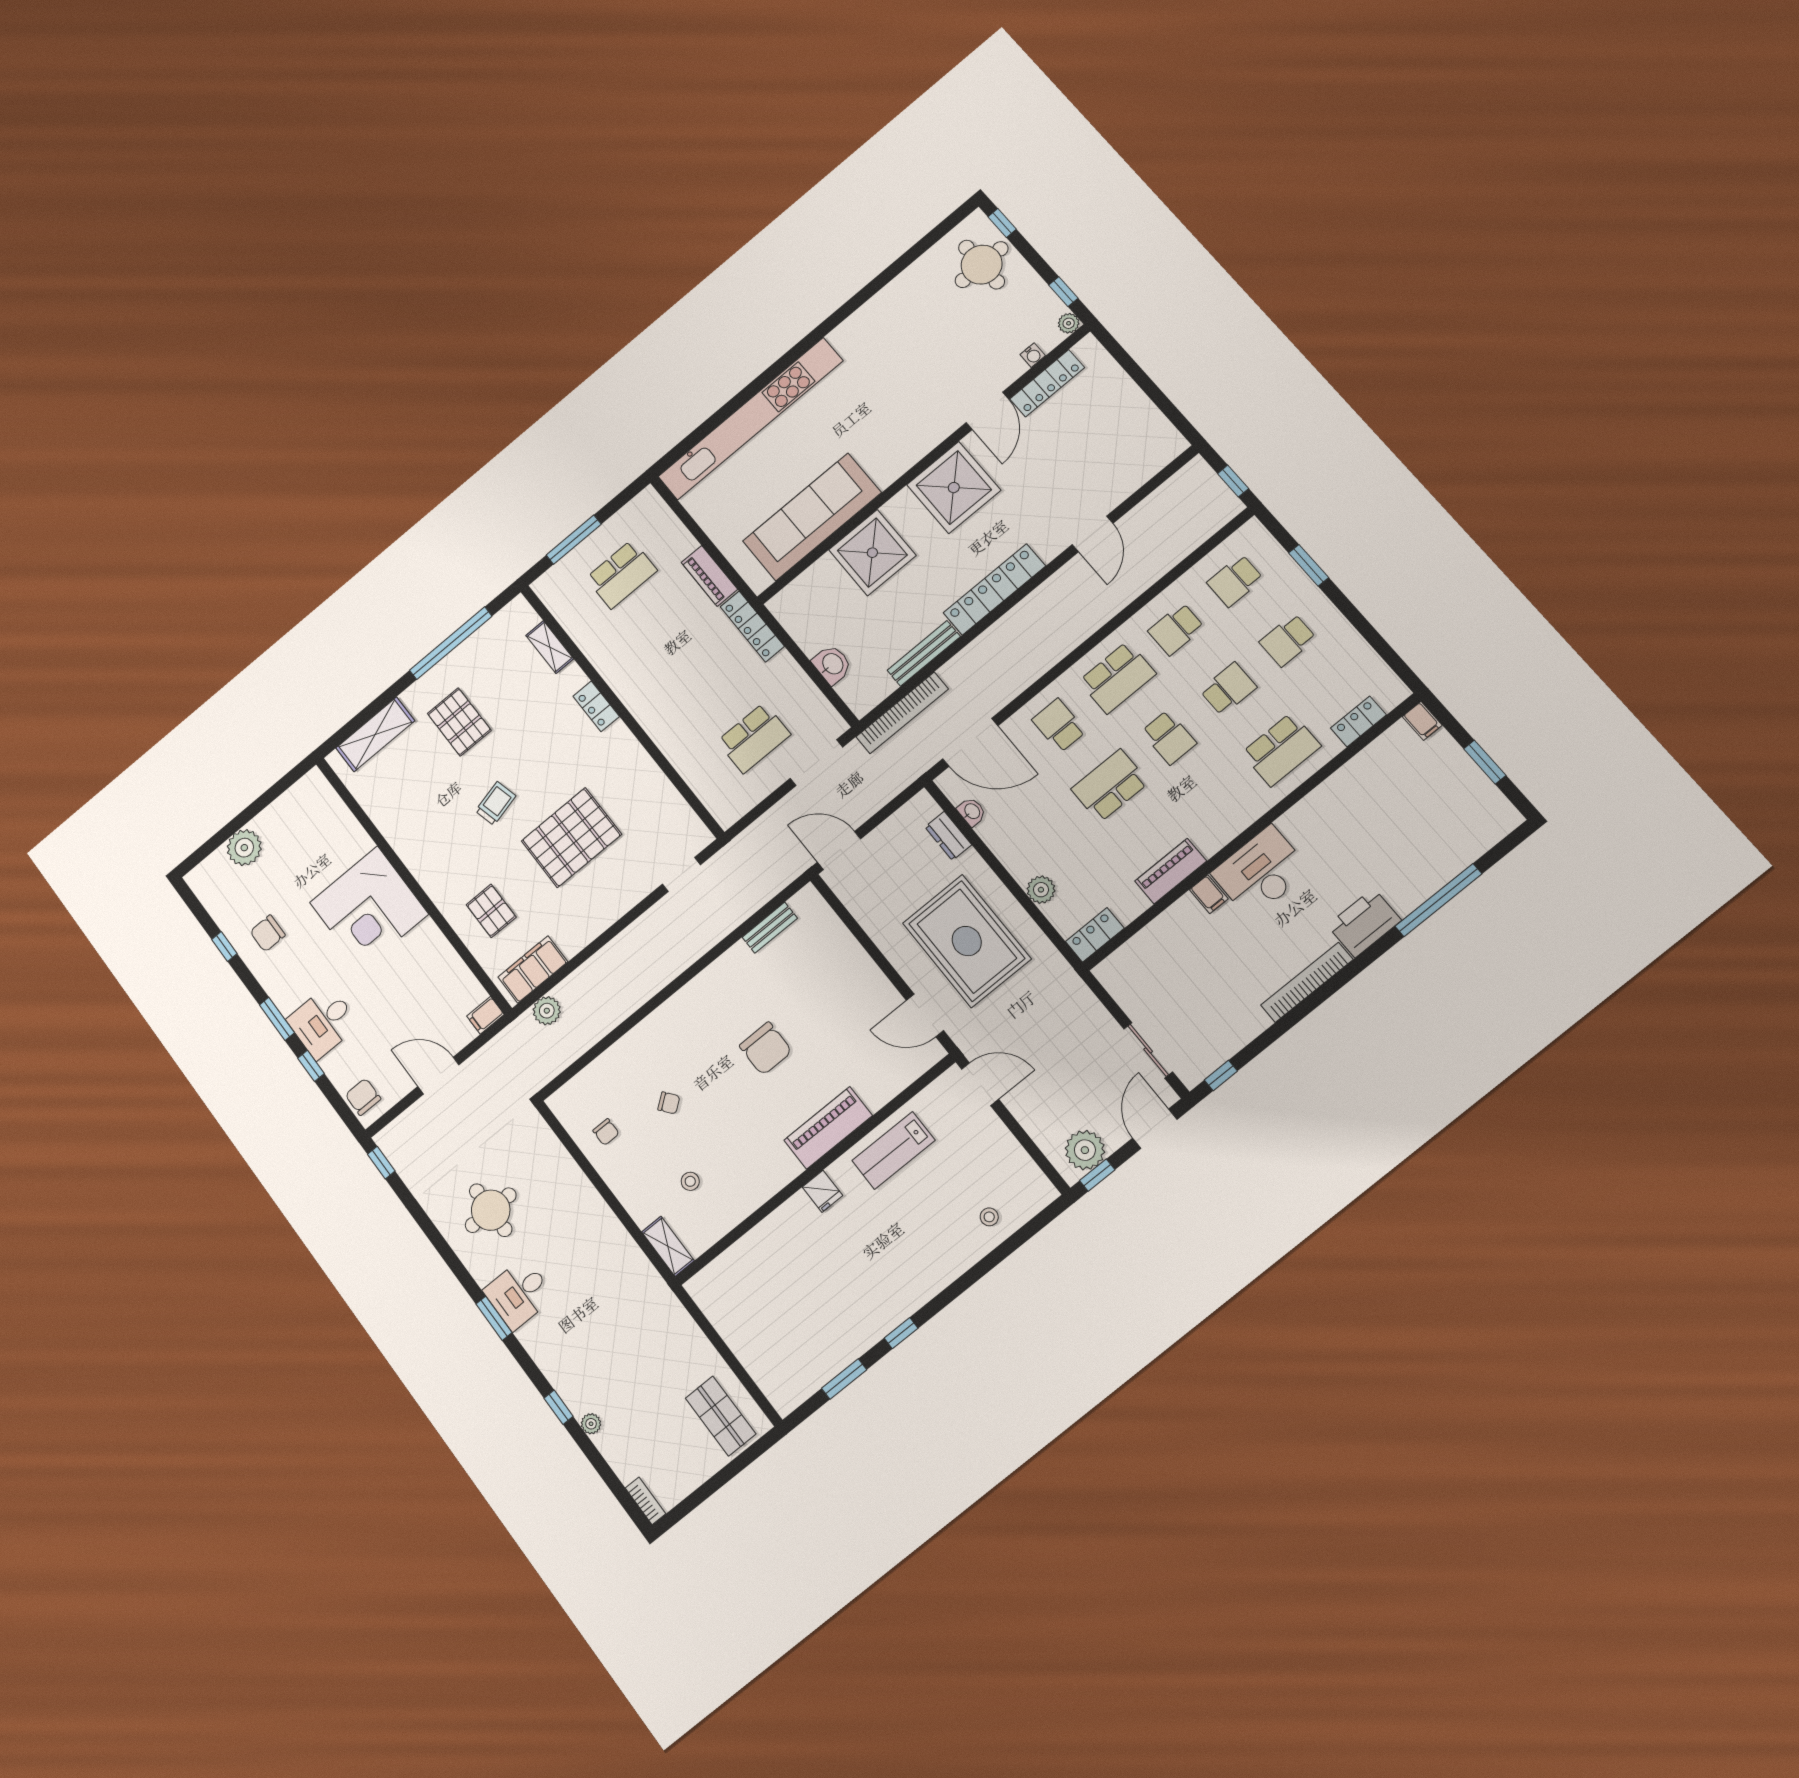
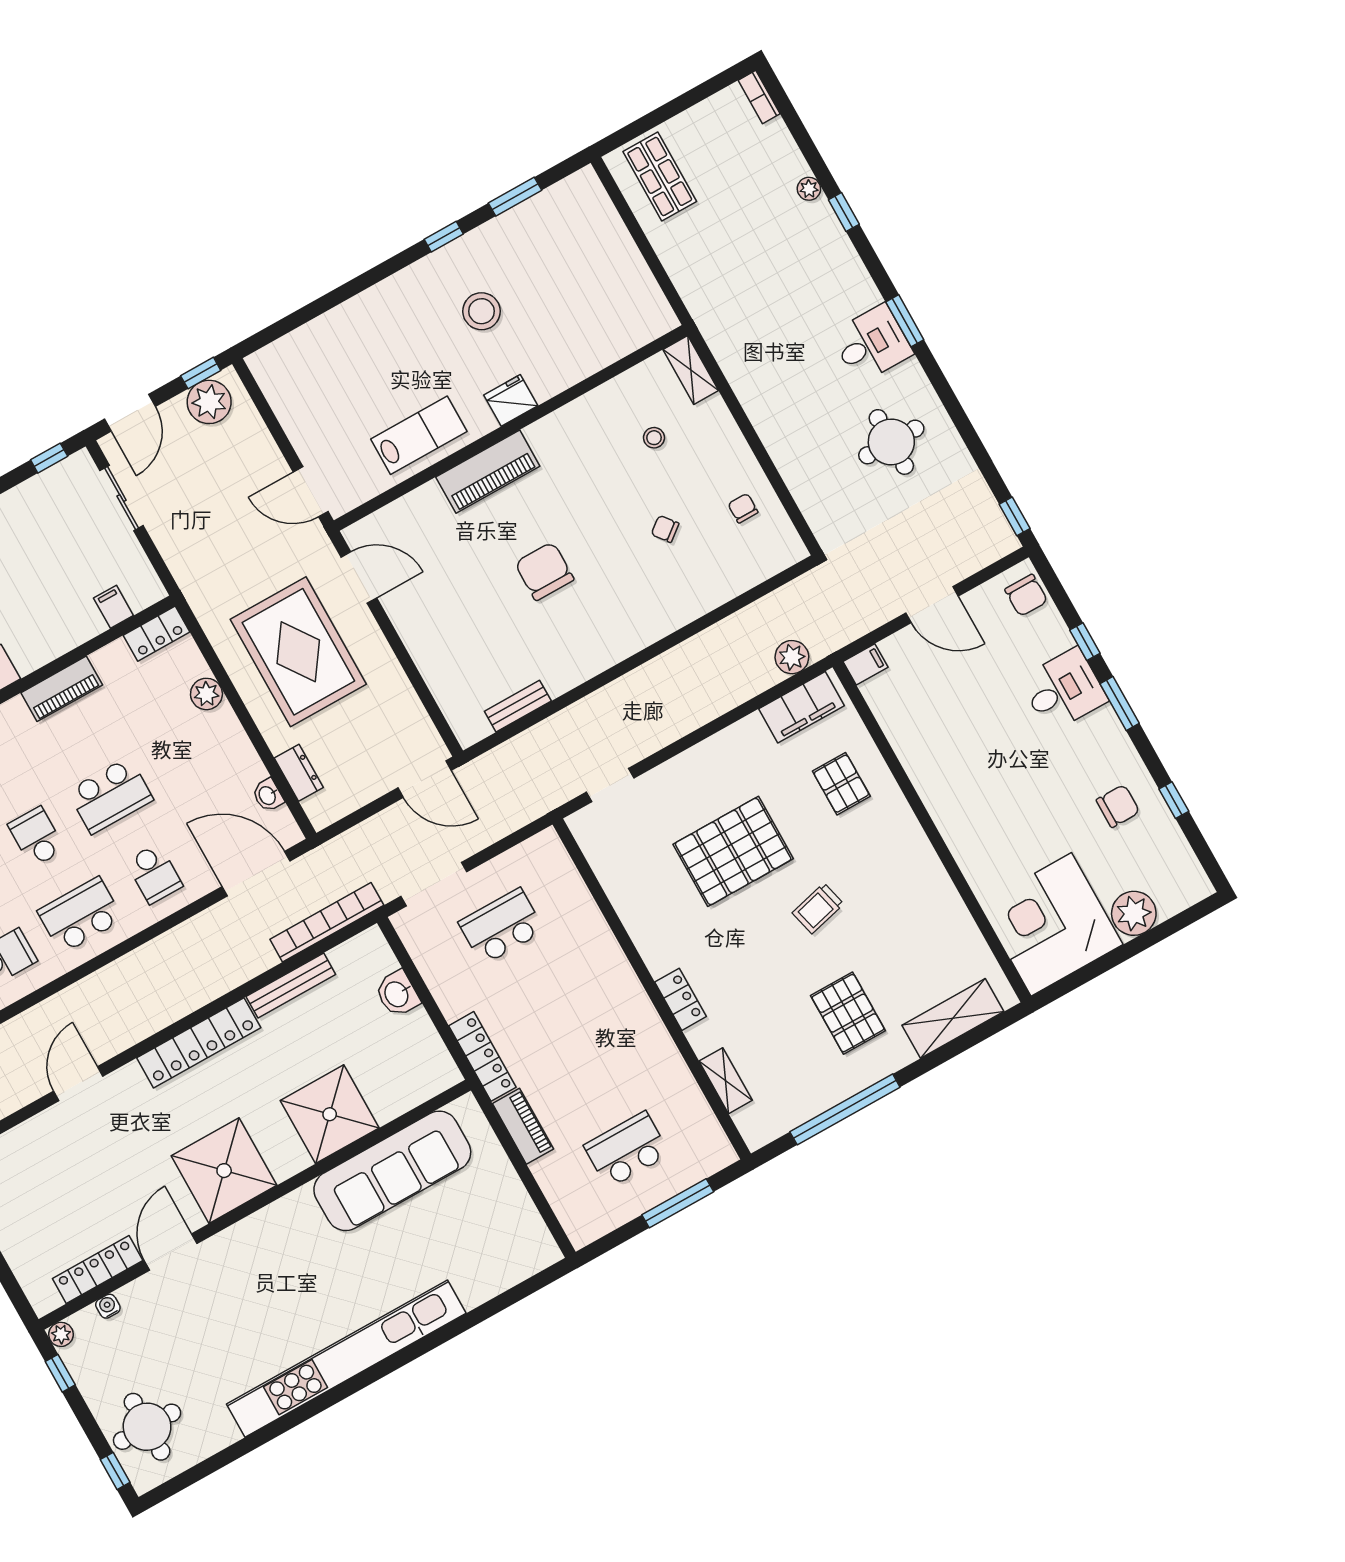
kitchen unit: (750, 419) -> (346, 1359), moved
filing cabinet: (1209, 894) -> (113, 607), moved
corner desk: (369, 908) -> (1051, 924), moved, turned -90
fridge: (822, 1191) -> (511, 400), width x1.38
stool: (989, 1217) -> (482, 311), moved, width x1.89, depth x1.89

